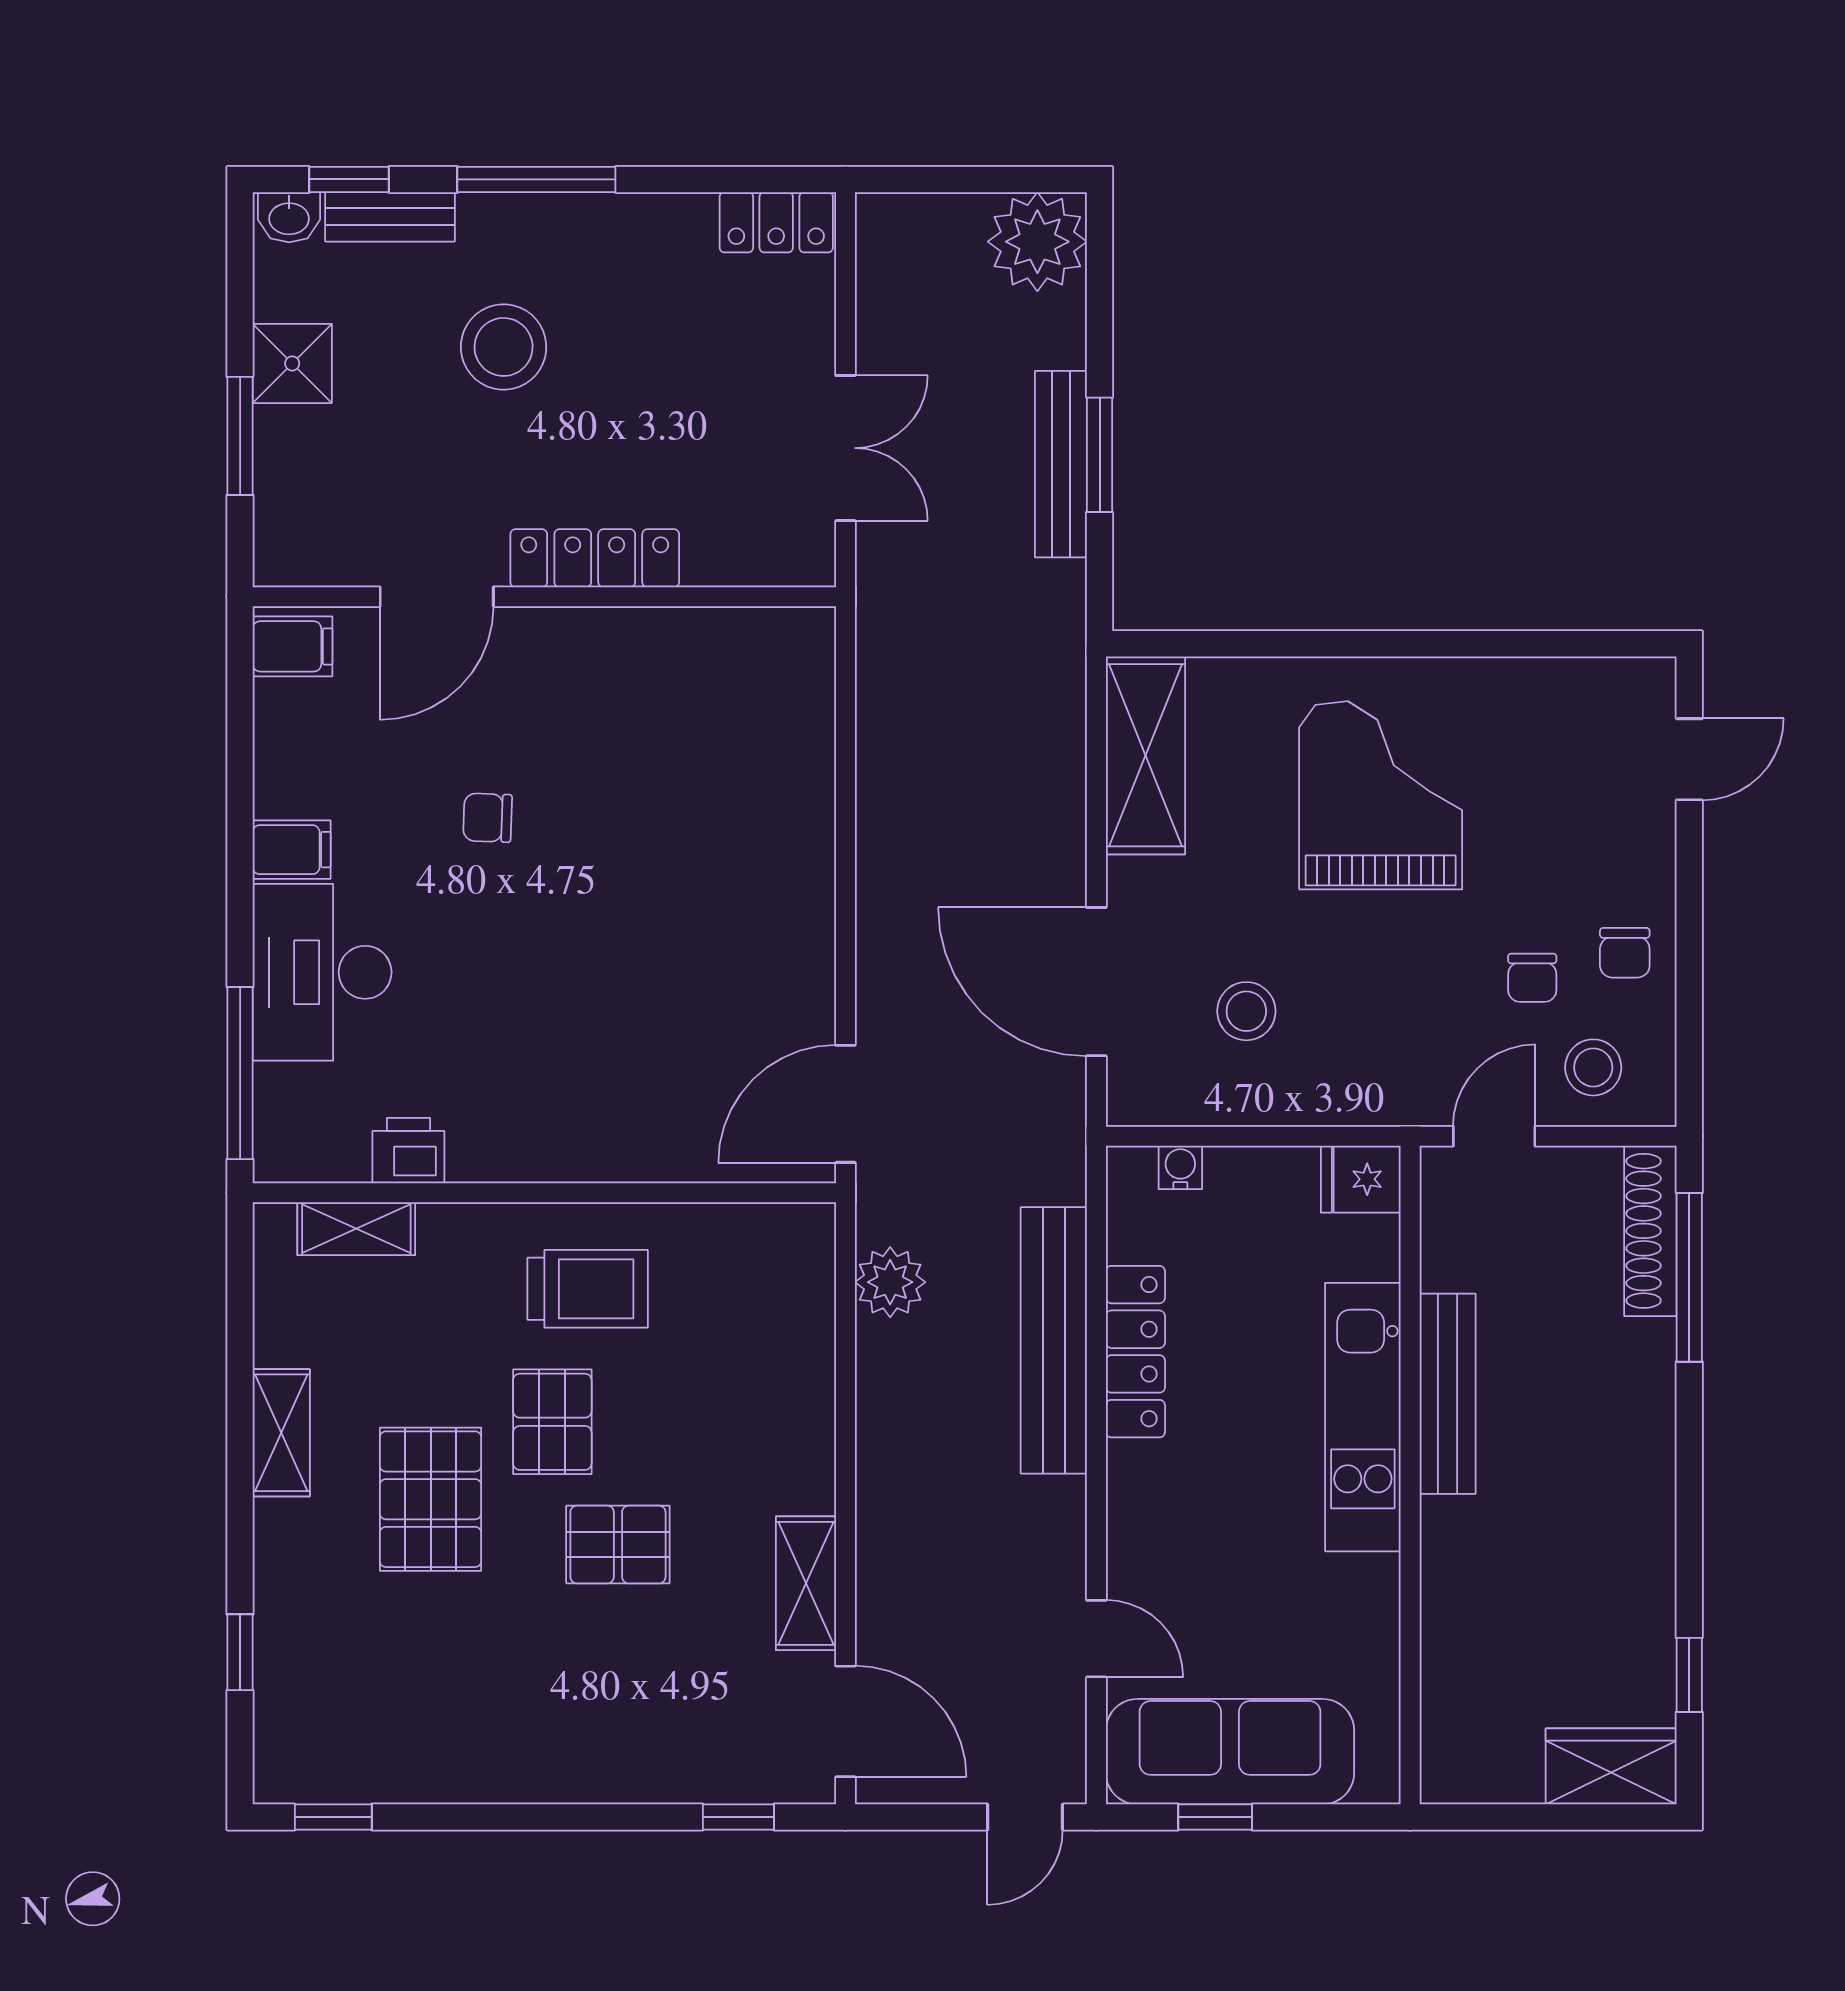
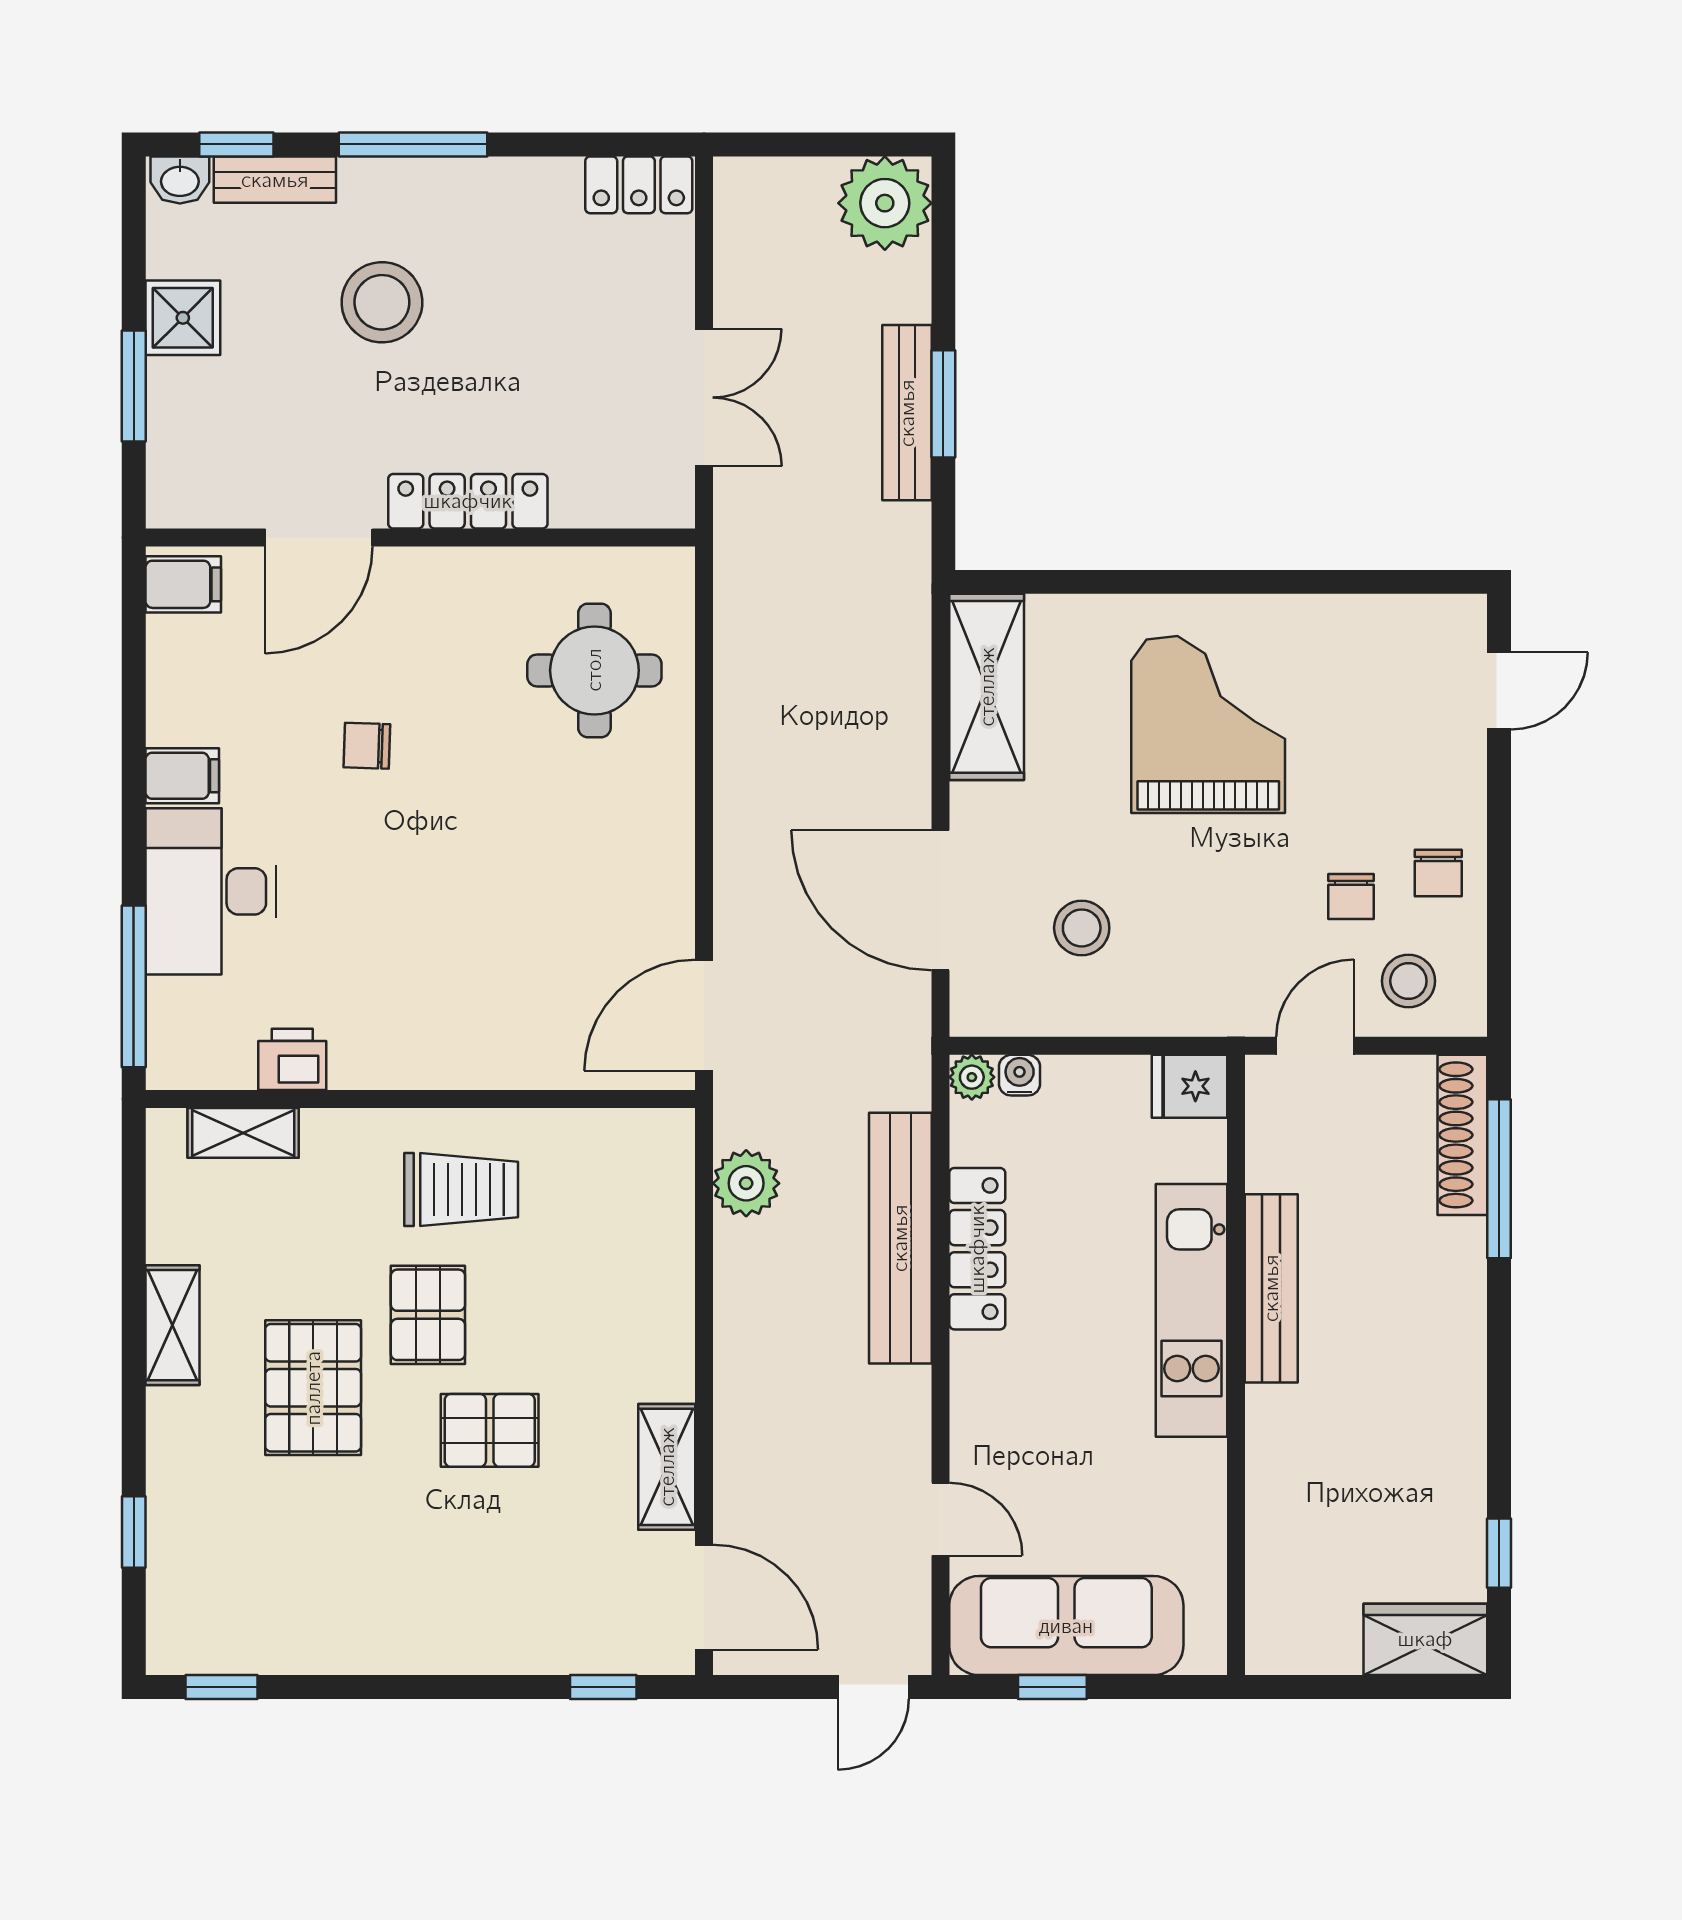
round table: (729, 738) -> (594, 670), added
plant: (1130, 1170) -> (972, 1077), added

